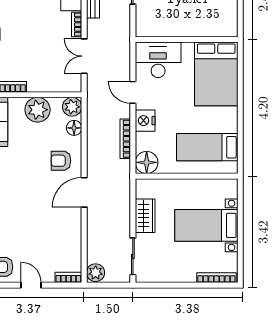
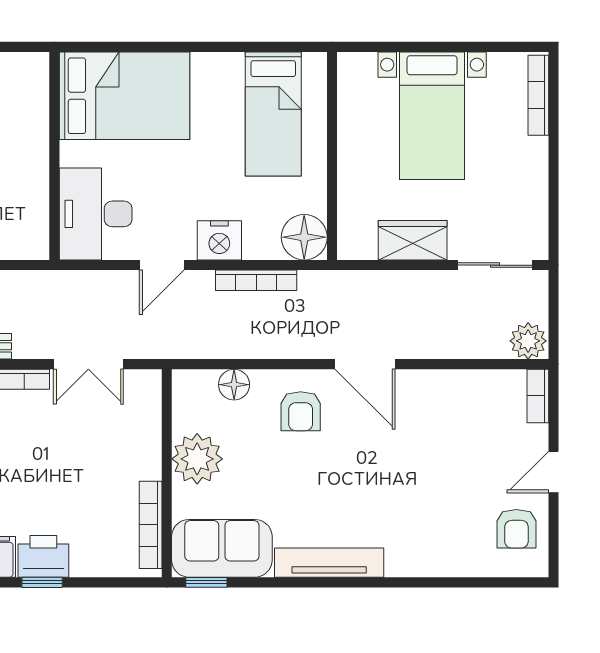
plant: (72, 107) -> (191, 389), removed

